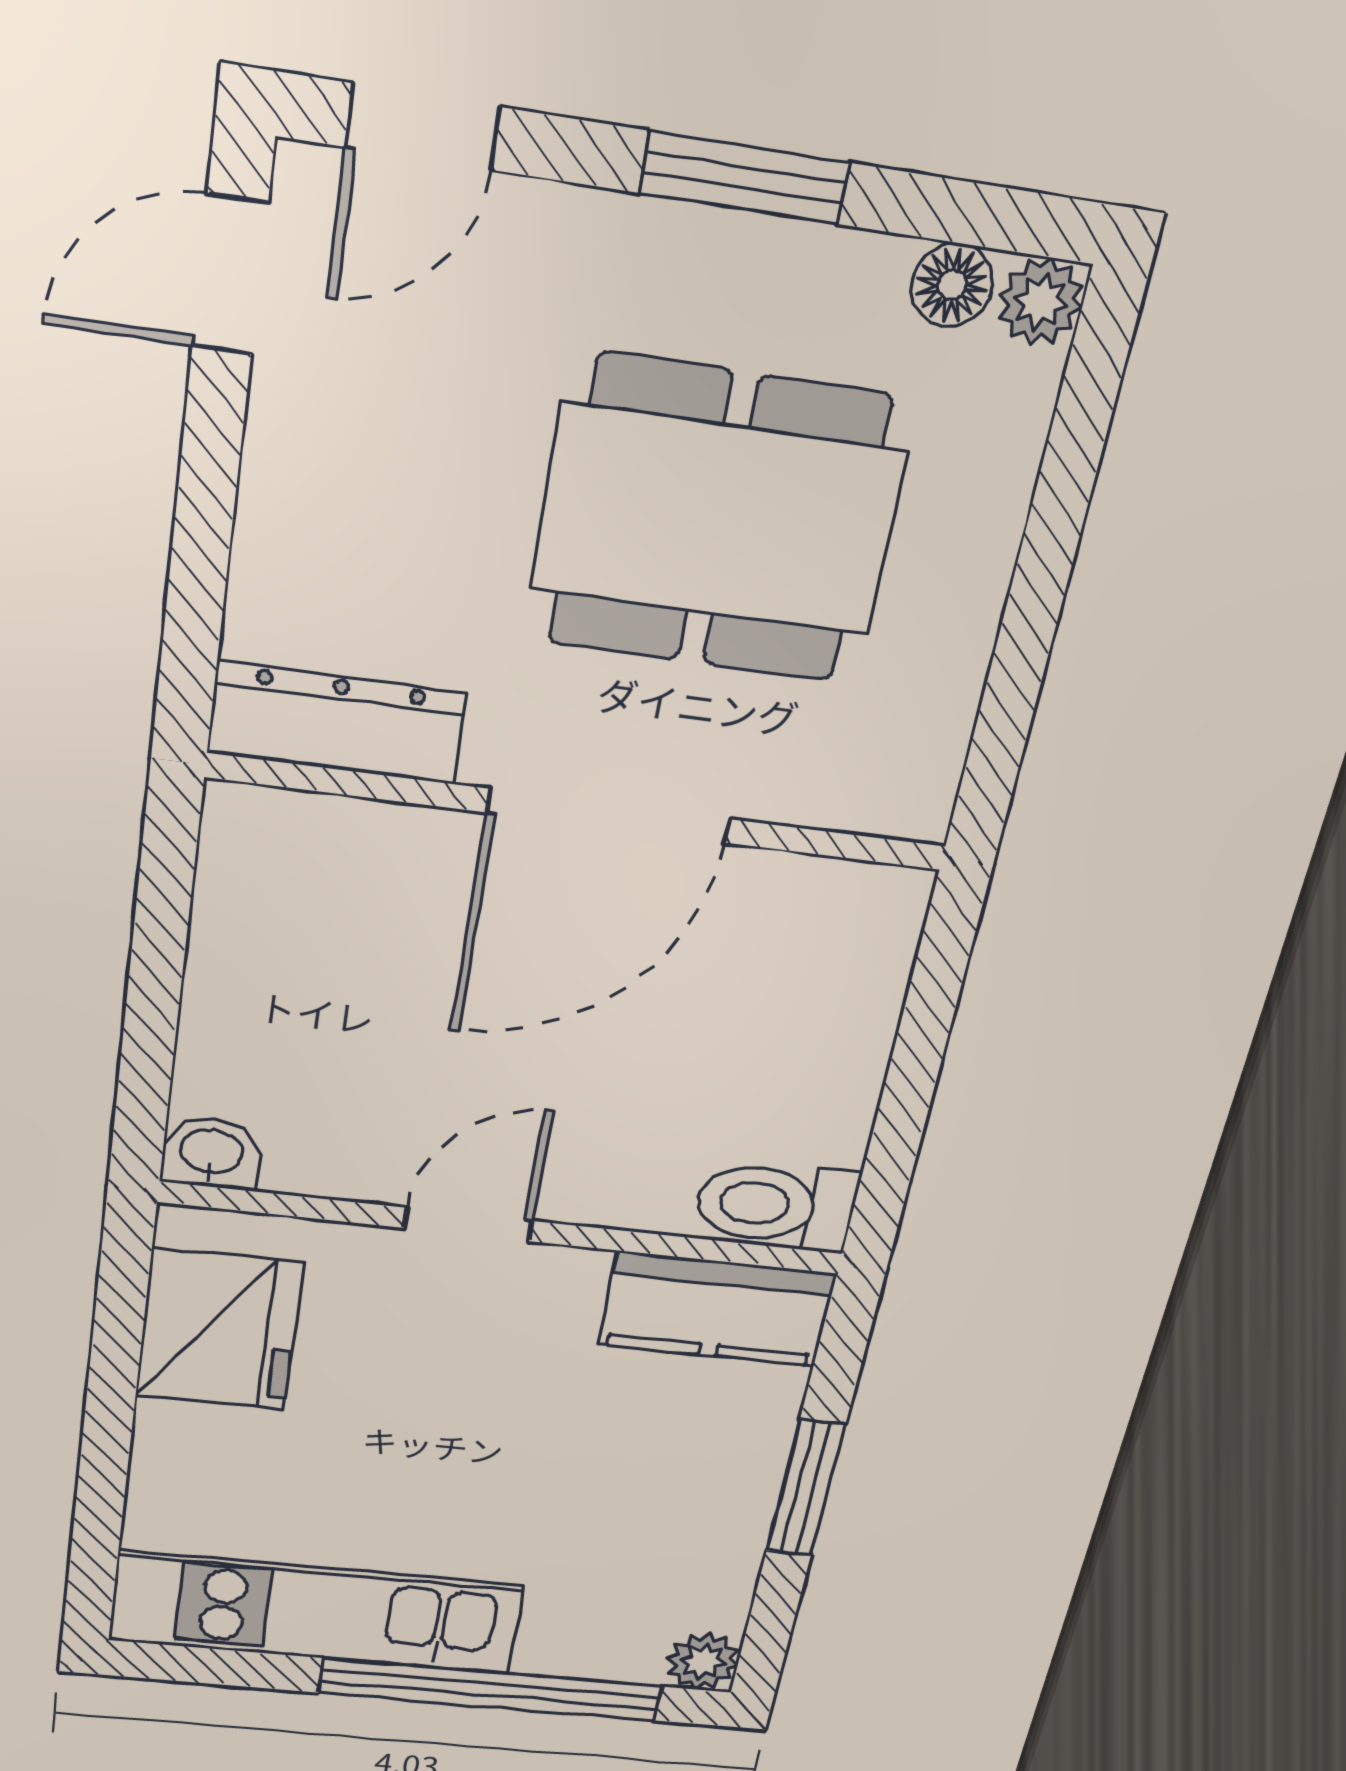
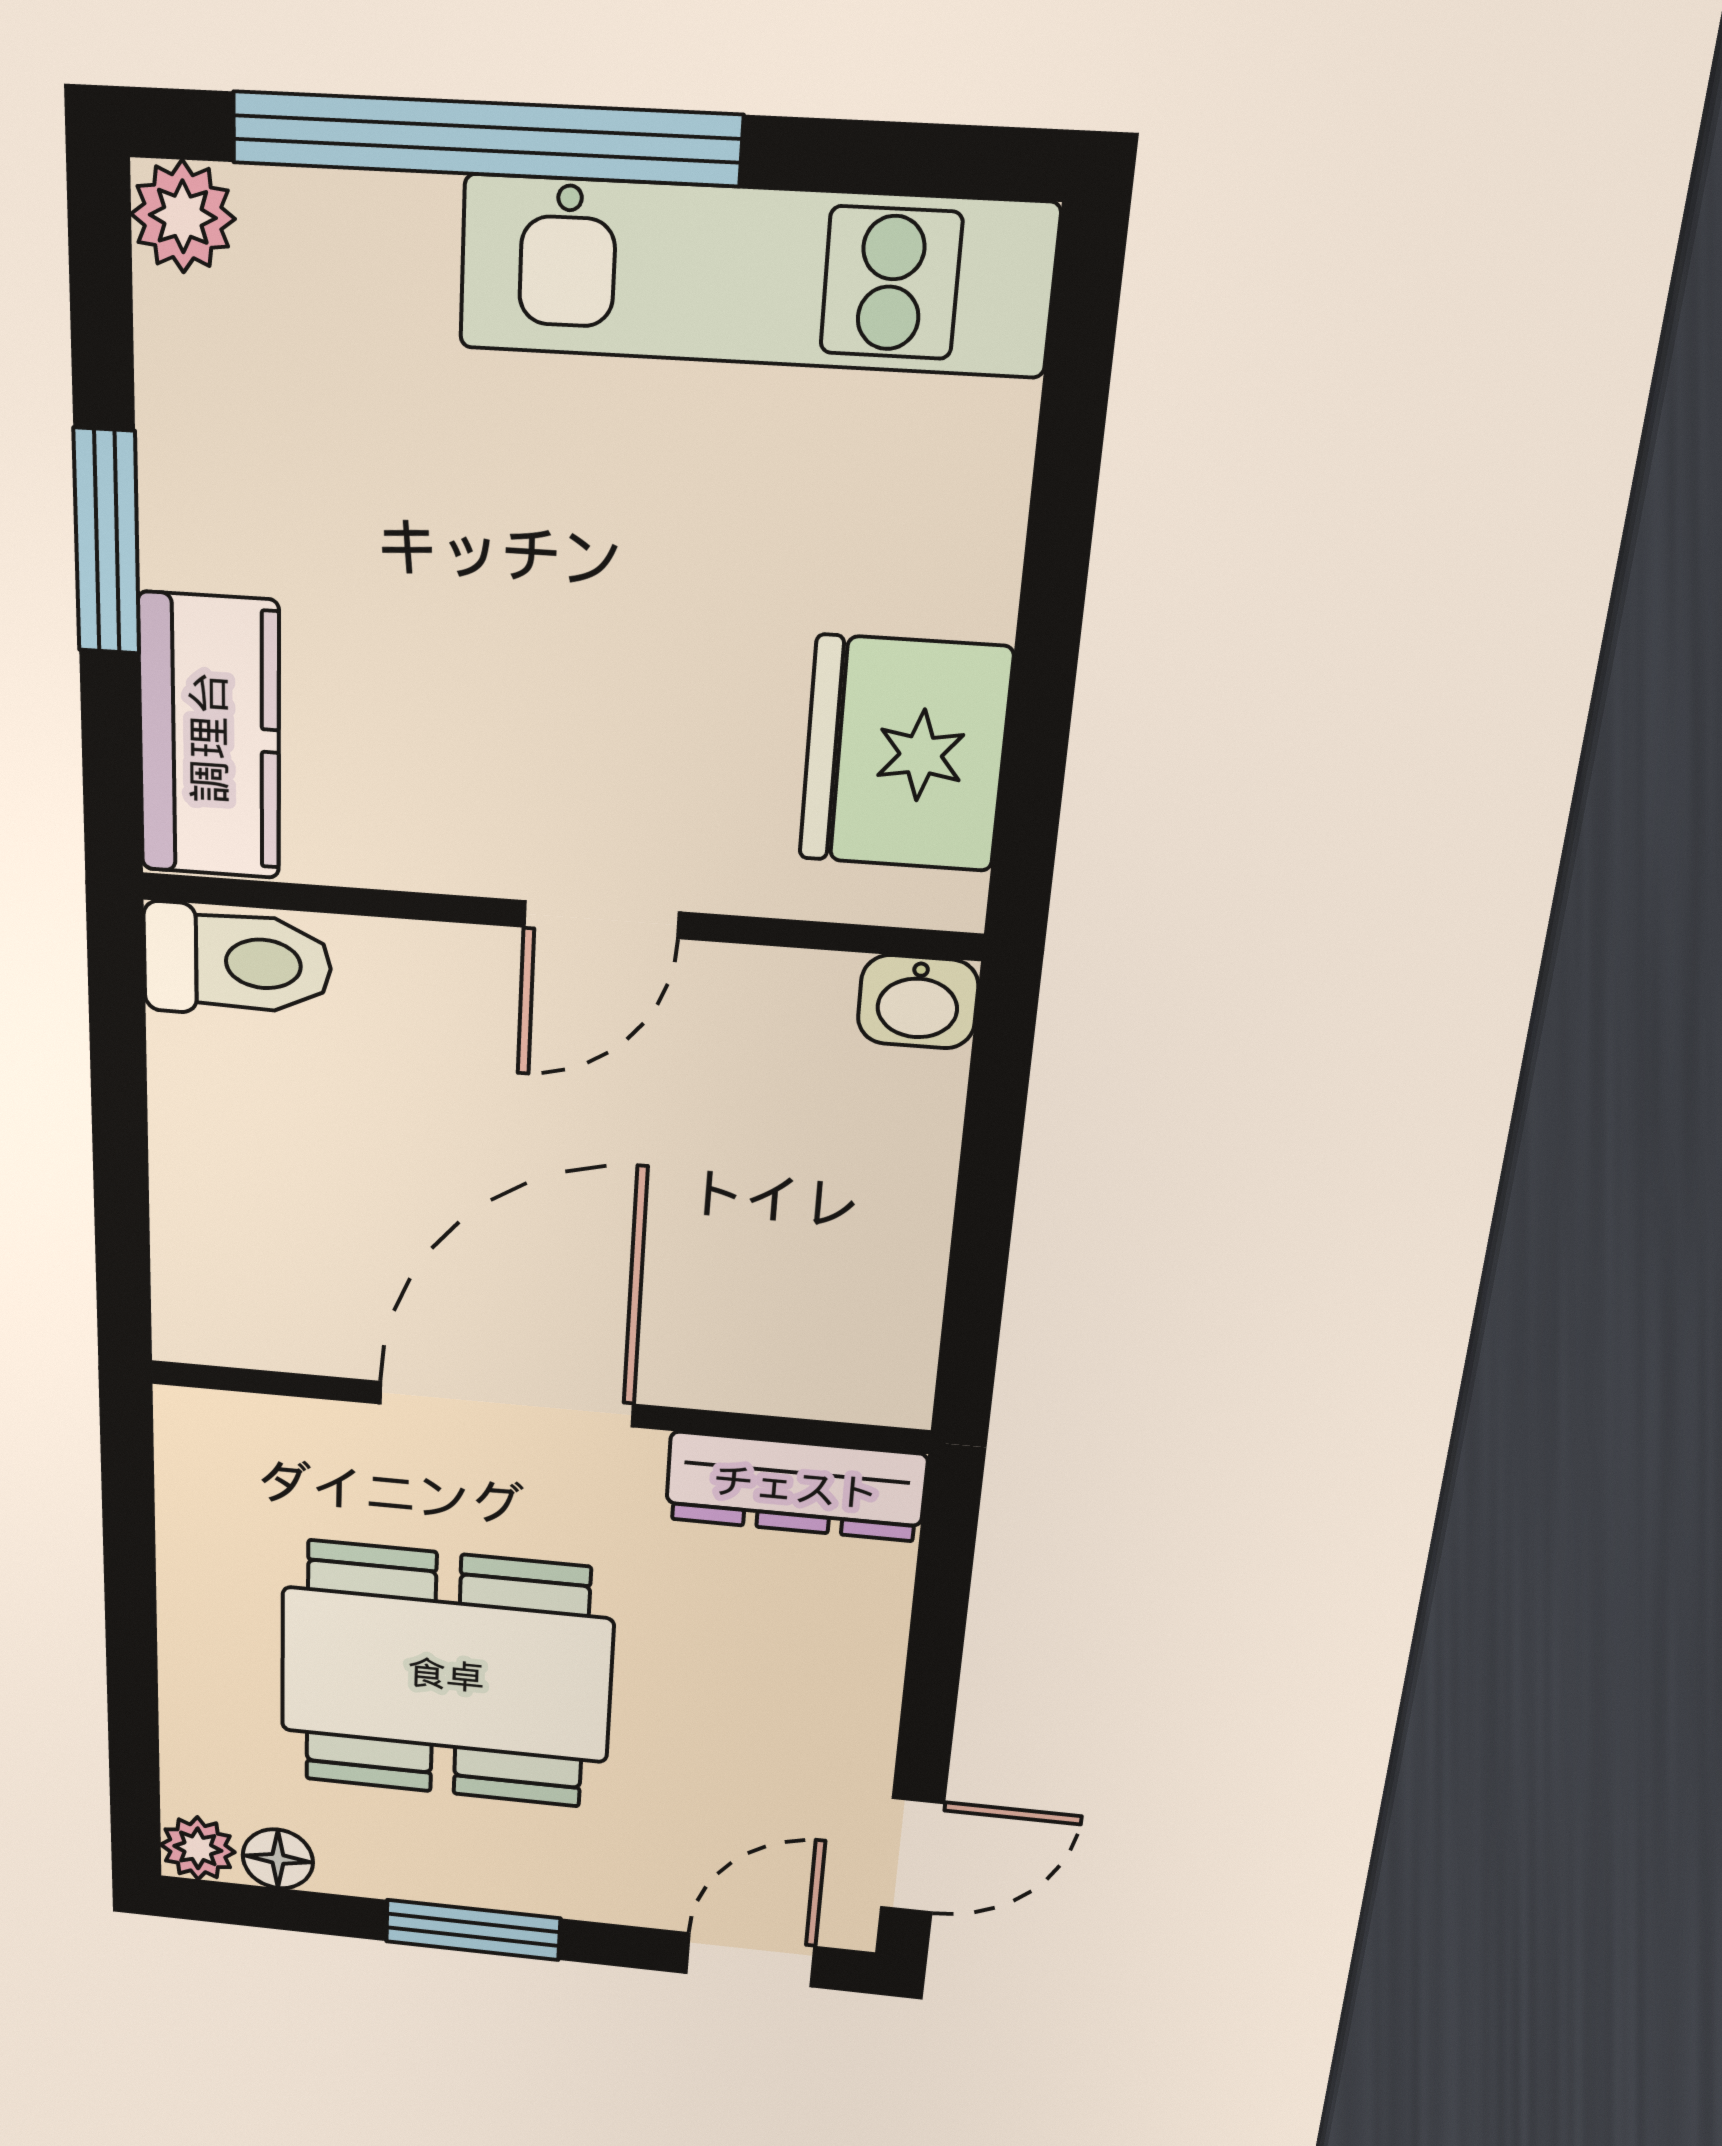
kitchen counter: (717, 1309) -> (209, 737), moved, turned 90

